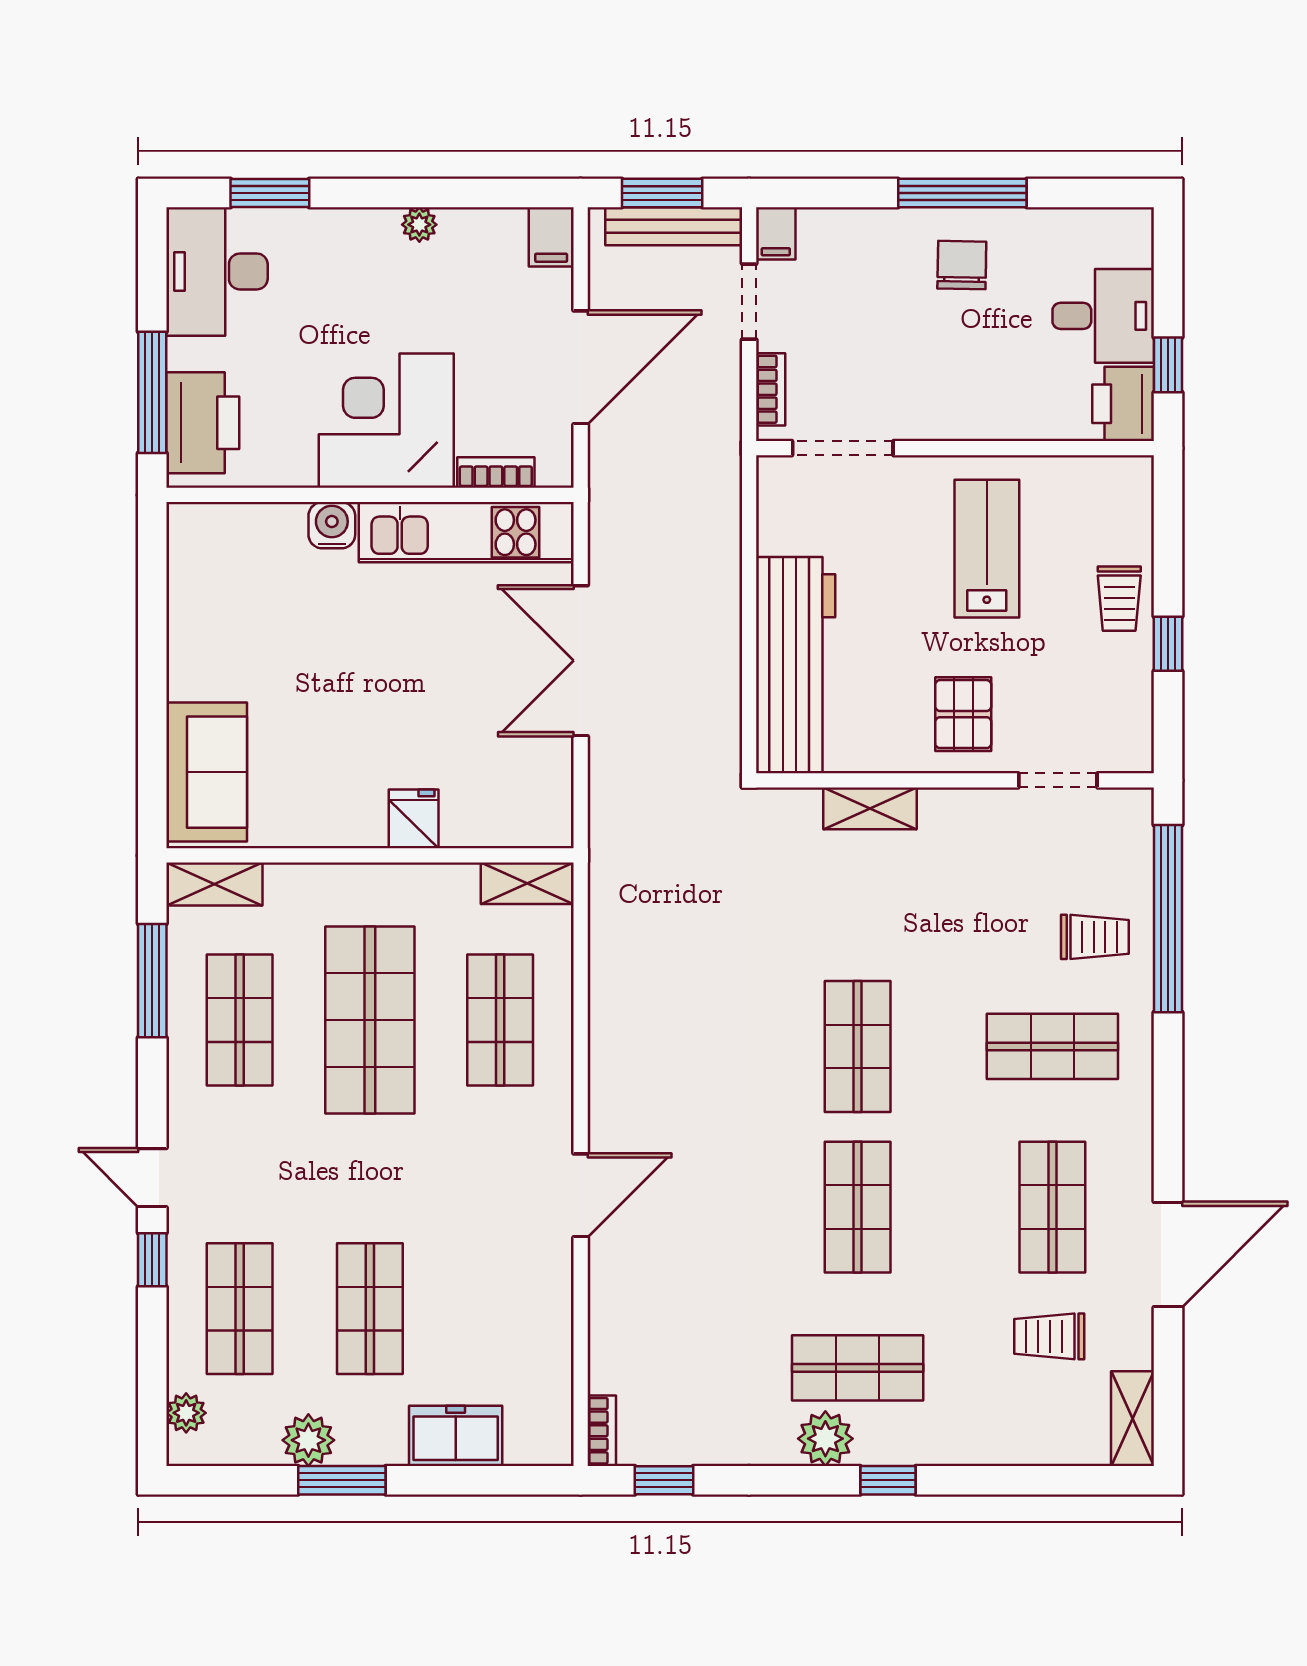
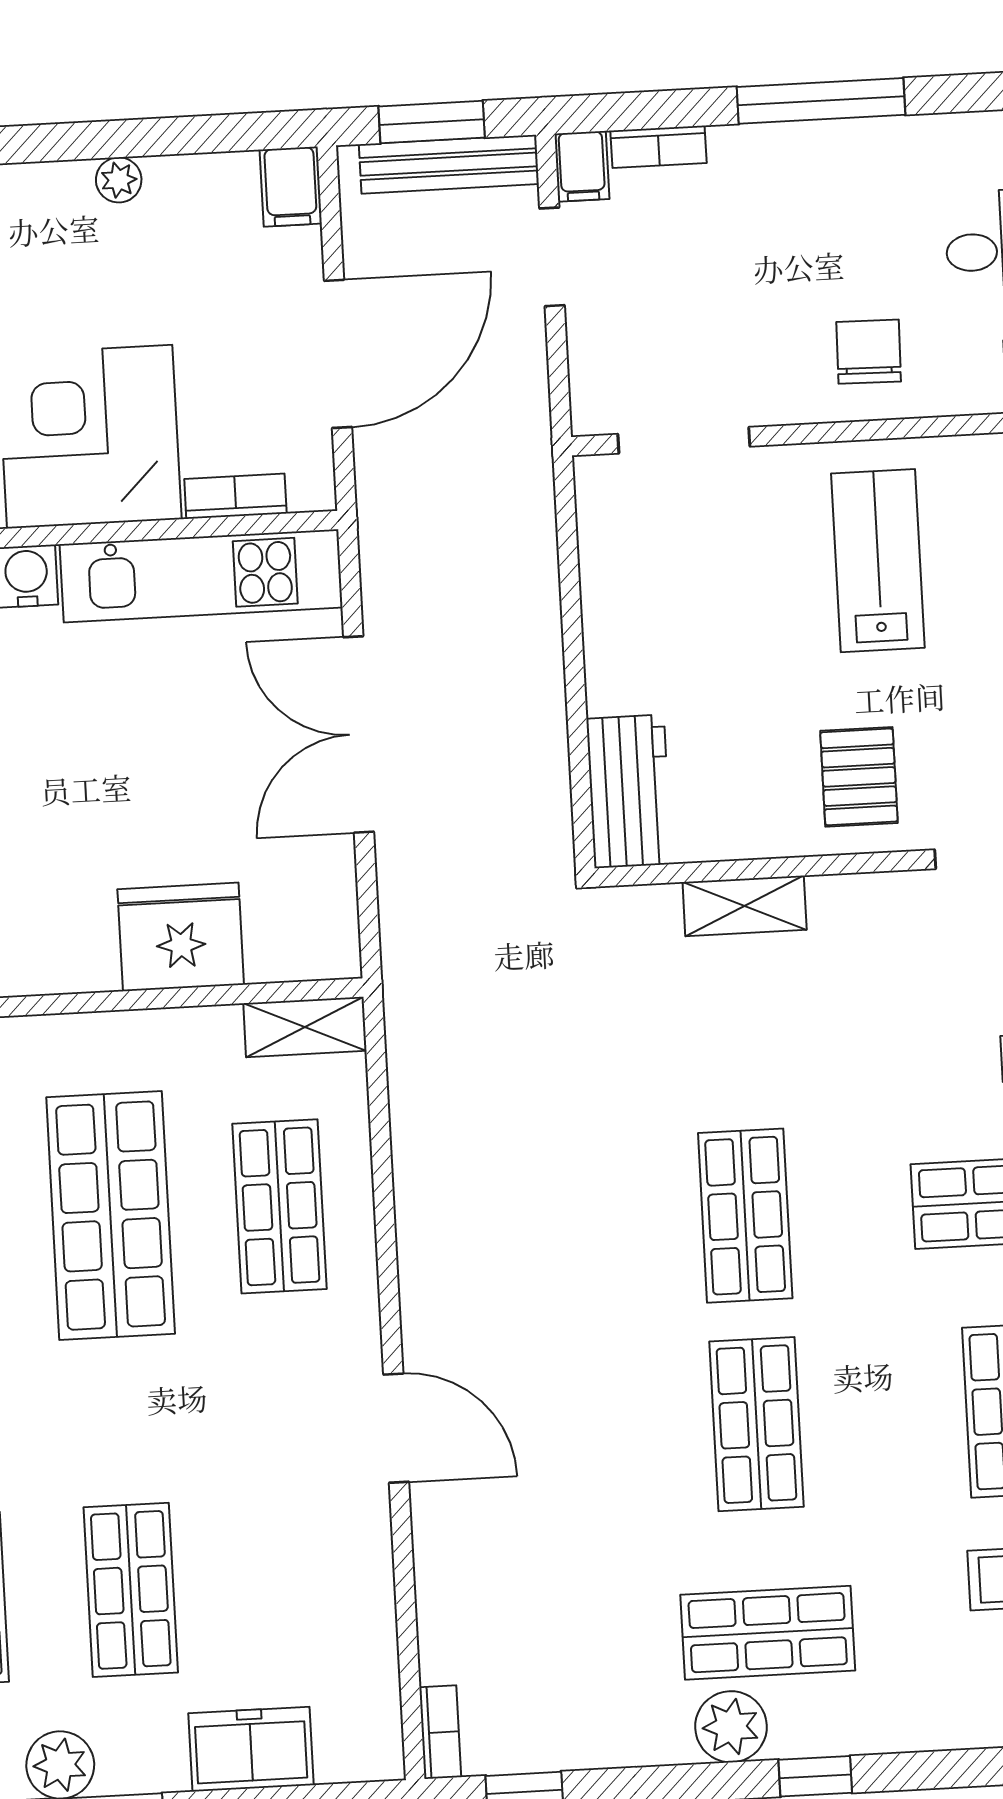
chair: (962, 265) -> (869, 352), moved
bookcase: (771, 389) -> (658, 147), moved, turned 90
workbench: (796, 665) -> (629, 791), width x0.53, depth x0.76
fridge: (414, 819) -> (181, 937), width x1.88, depth x1.34
door: (581, 1195) -> (396, 1428), hinge flipped

